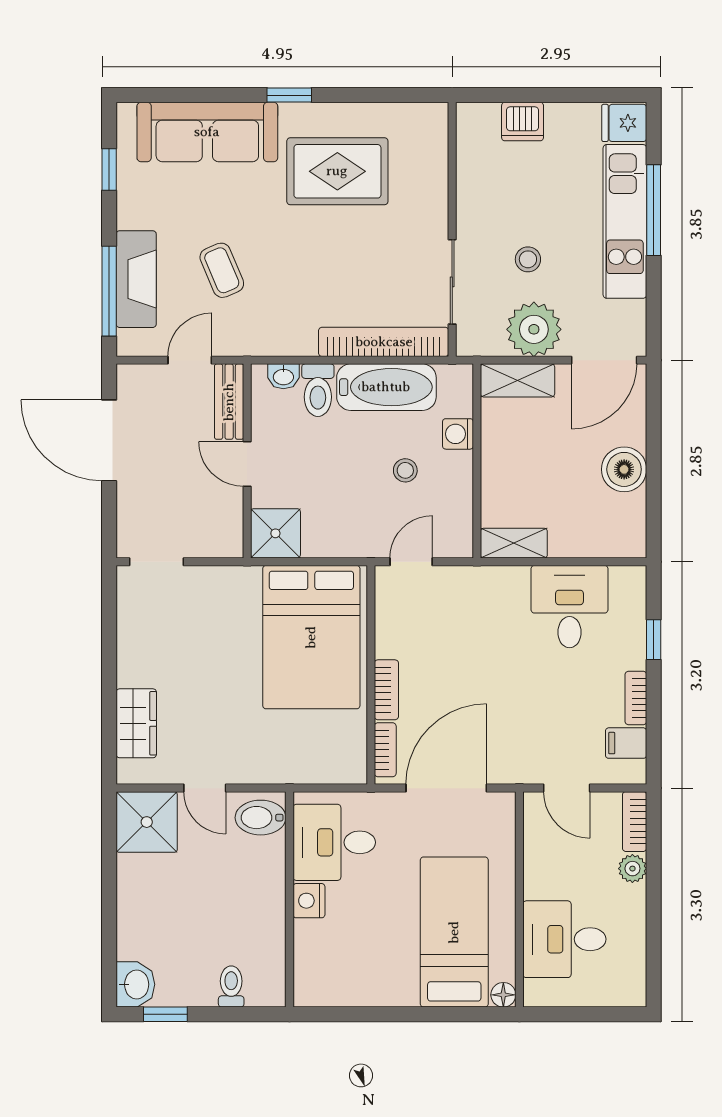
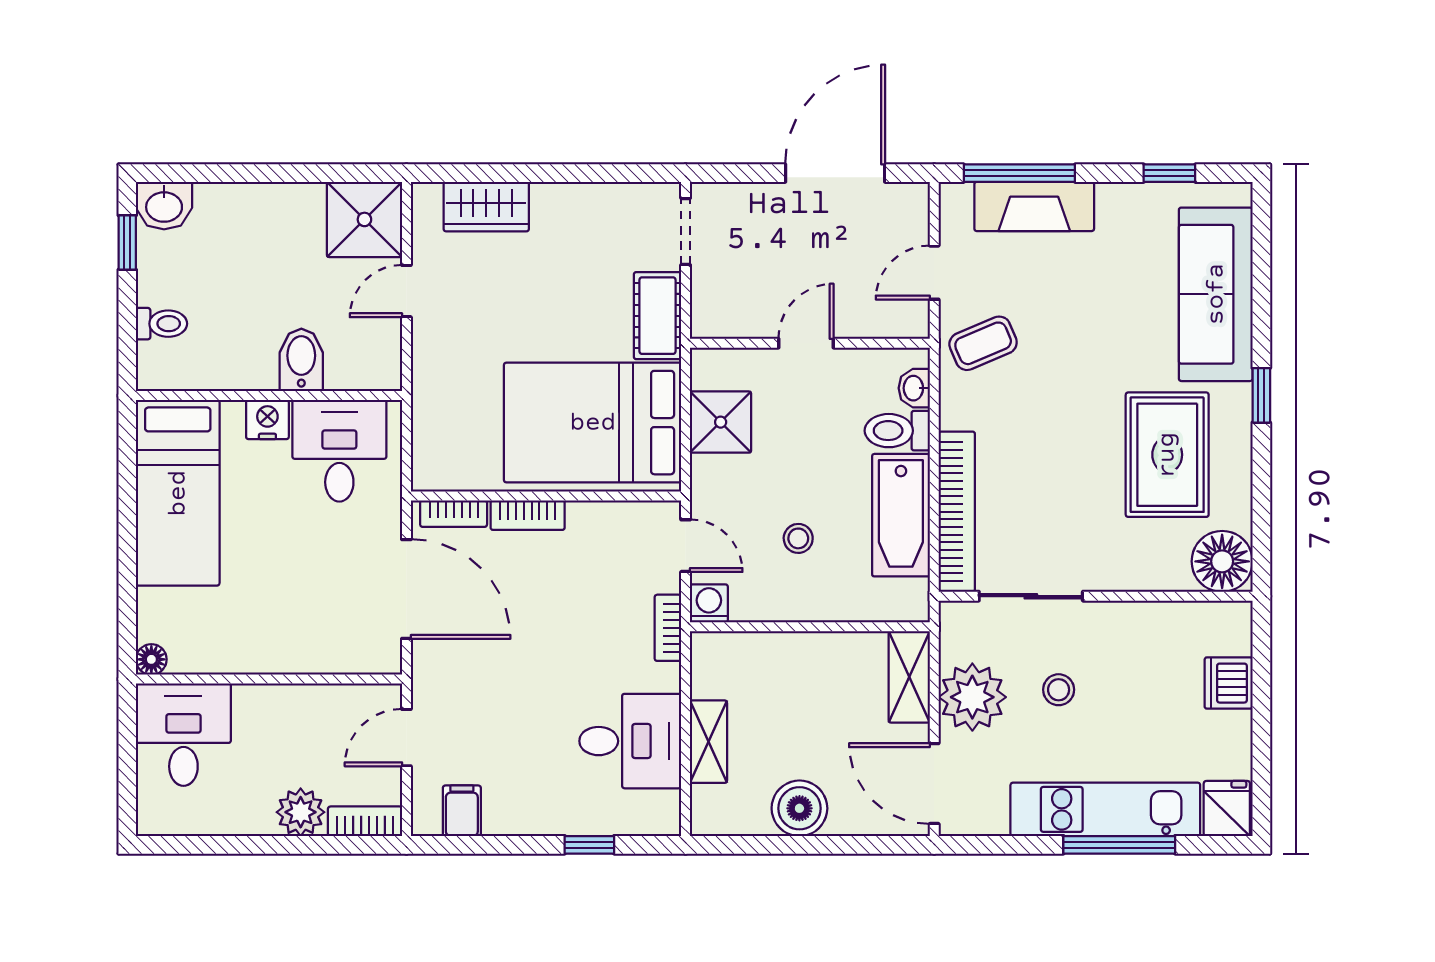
floor lamp: (424, 127) -> (1222, 561), added
coffee table: (222, 270) -> (983, 343), moved
door: (190, 360) -> (934, 273), swing flipped
bench: (229, 402) -> (883, 321), removed
washing machine: (458, 434) -> (709, 603), moved
shower: (275, 533) -> (721, 422), moved
shelving: (514, 543) -> (708, 742), moved
cot: (225, 584) -> (657, 316), added
bookcase: (636, 698) -> (668, 628), moved, turned -90
bidet: (261, 818) -> (301, 360), moved
plant: (632, 869) -> (301, 812), width x1.38, depth x1.38
bed: (454, 932) -> (178, 493), moved, turned 90
desk: (564, 939) -> (183, 735), moved

